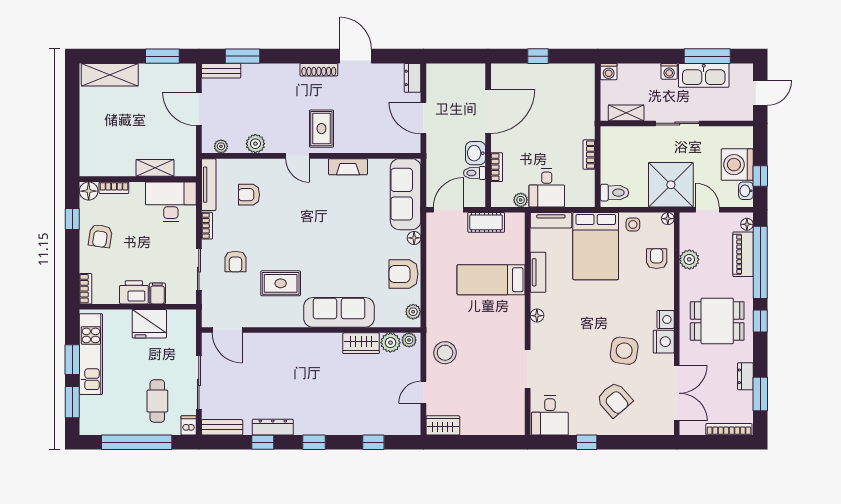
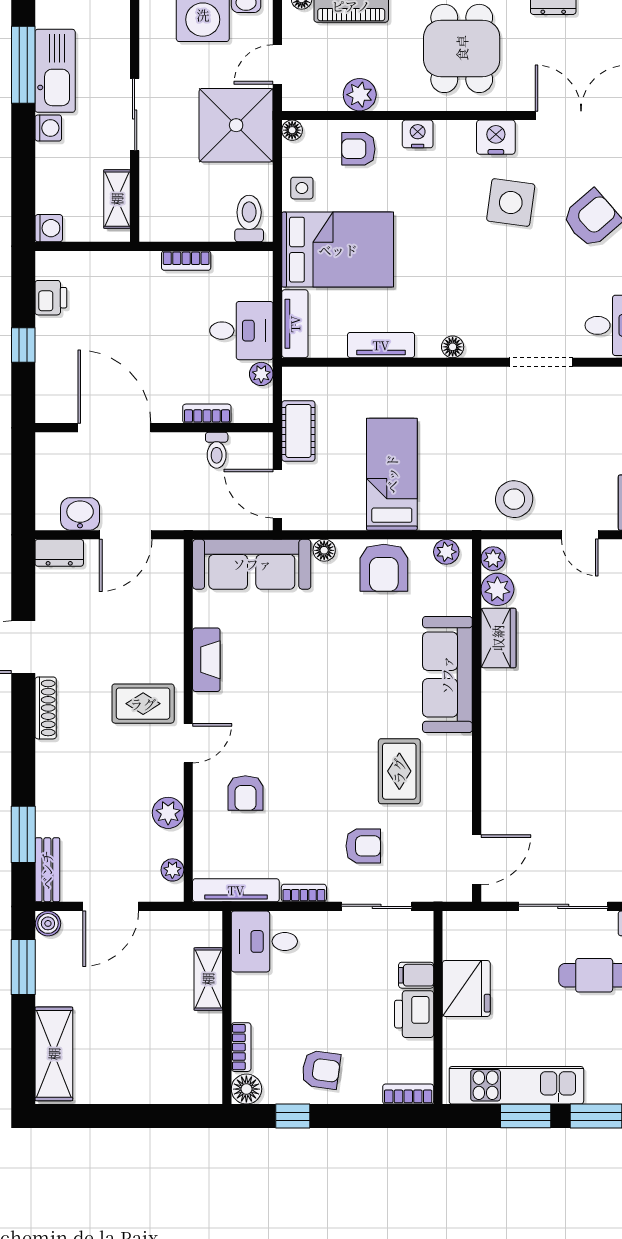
boiler: (189, 71) -> (48, 923), added
printer: (567, 73) -> (51, 298), added
washbasin: (476, 153) -> (80, 514), moved, turned 180
armchair: (249, 195) -> (245, 793), moved
desk: (171, 202) -> (264, 941), width x0.73
bed: (491, 280) -> (392, 474), moved, turned 180
nightstand: (666, 319) -> (418, 134), moved

